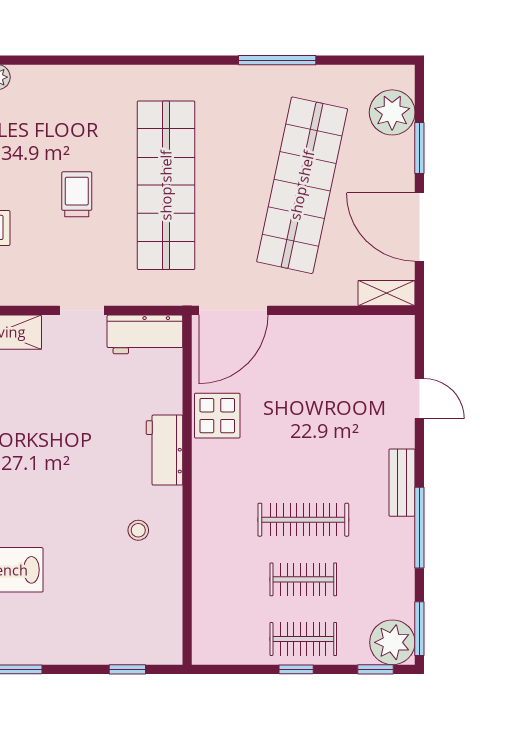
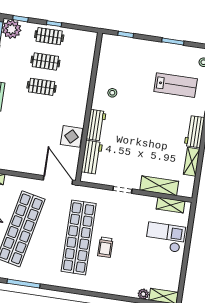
trolley: (77, 194) -> (105, 247), moved
door: (233, 310) -> (58, 180), hinge flipped
workbench: (145, 334) -> (92, 157), moved, turned 90
clothes rail: (303, 520) -> (42, 87), width x0.73

